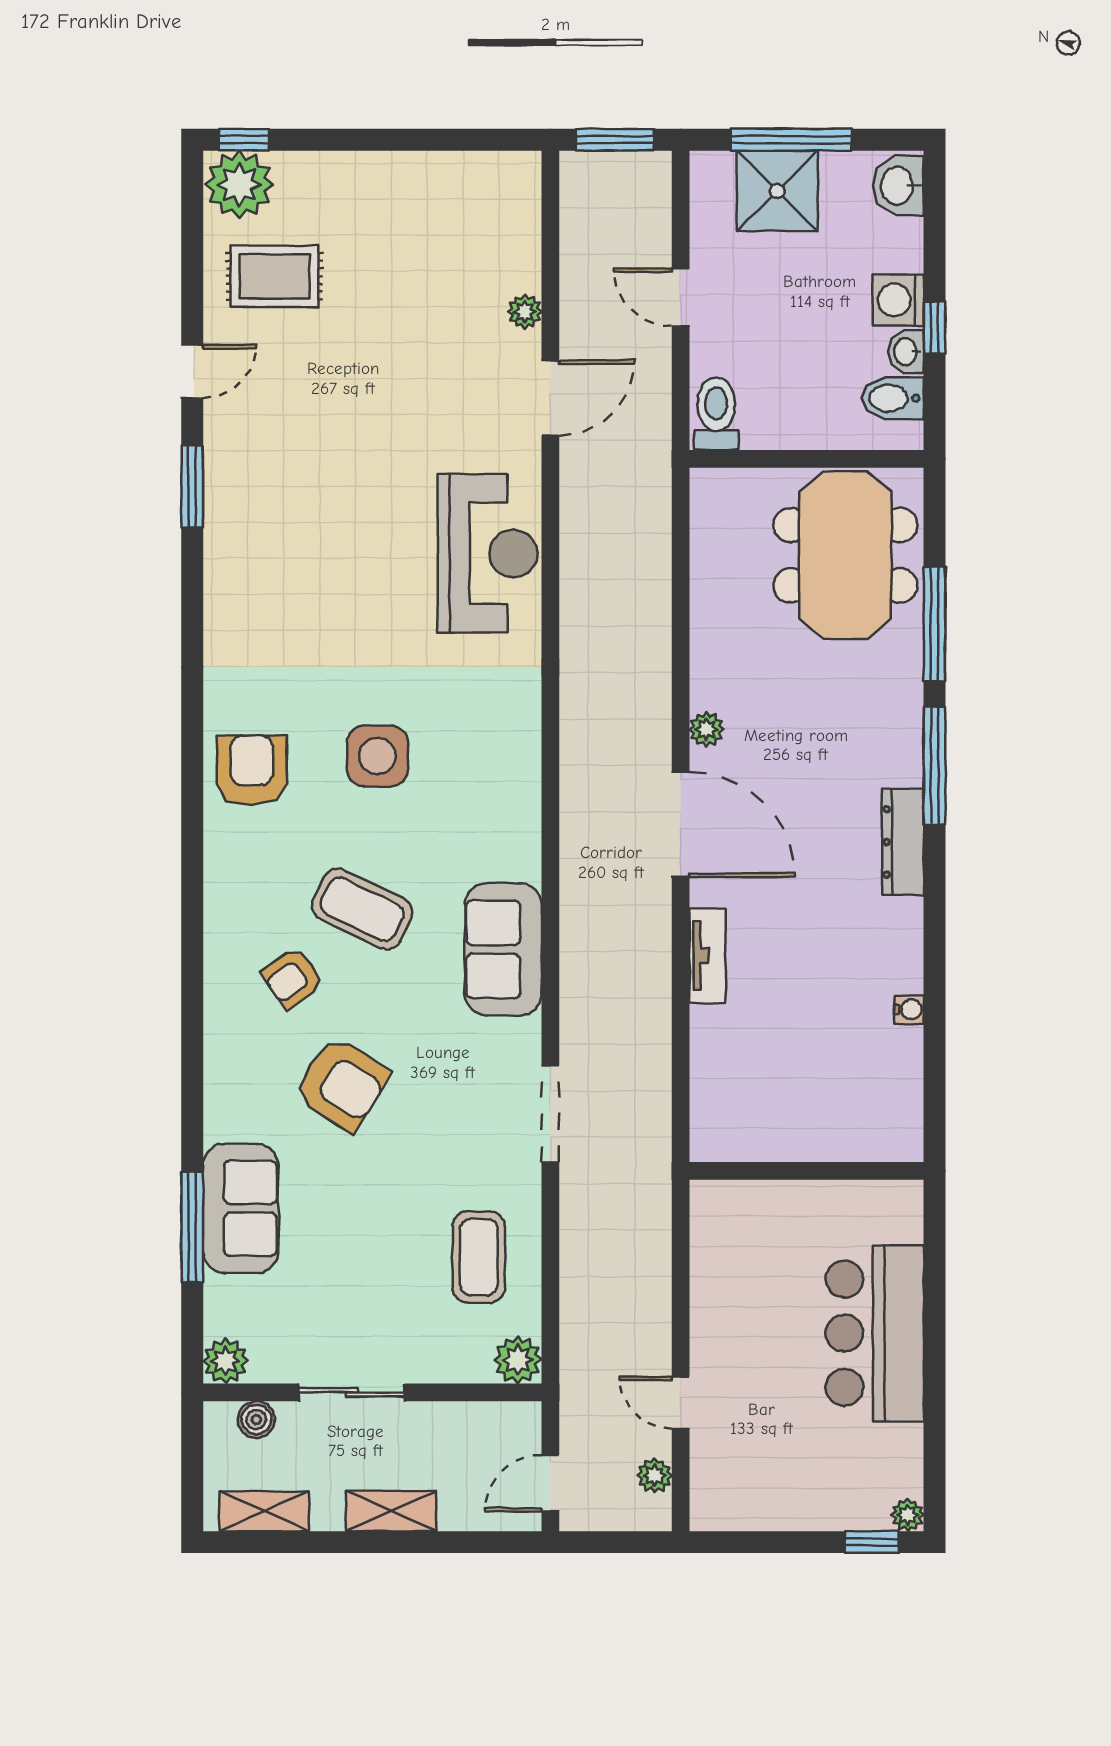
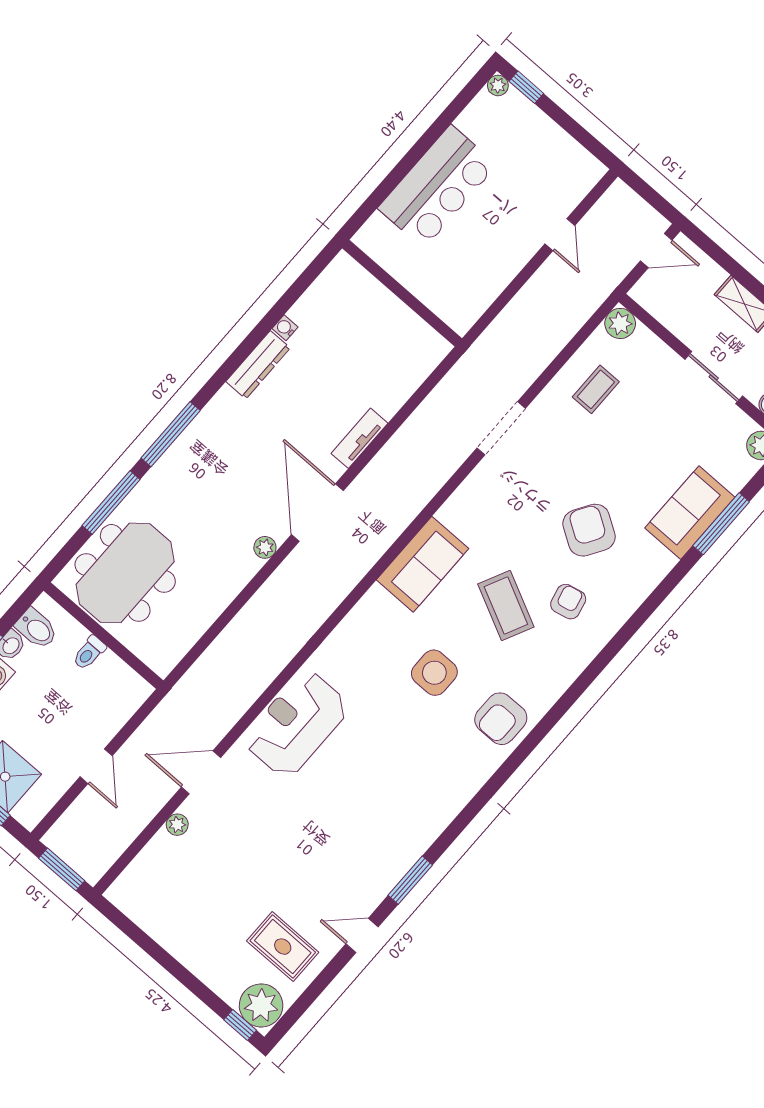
toilet: (716, 414) -> (89, 653), moved, width x0.73, depth x0.72
dresser: (903, 842) -> (258, 365), moved
sofa: (503, 949) -> (423, 564), moved
armchair: (293, 978) -> (568, 602), turned -68
coffee table: (479, 1257) -> (596, 389), width x0.73, depth x0.77
plant: (654, 1475) -> (603, 211), removed

